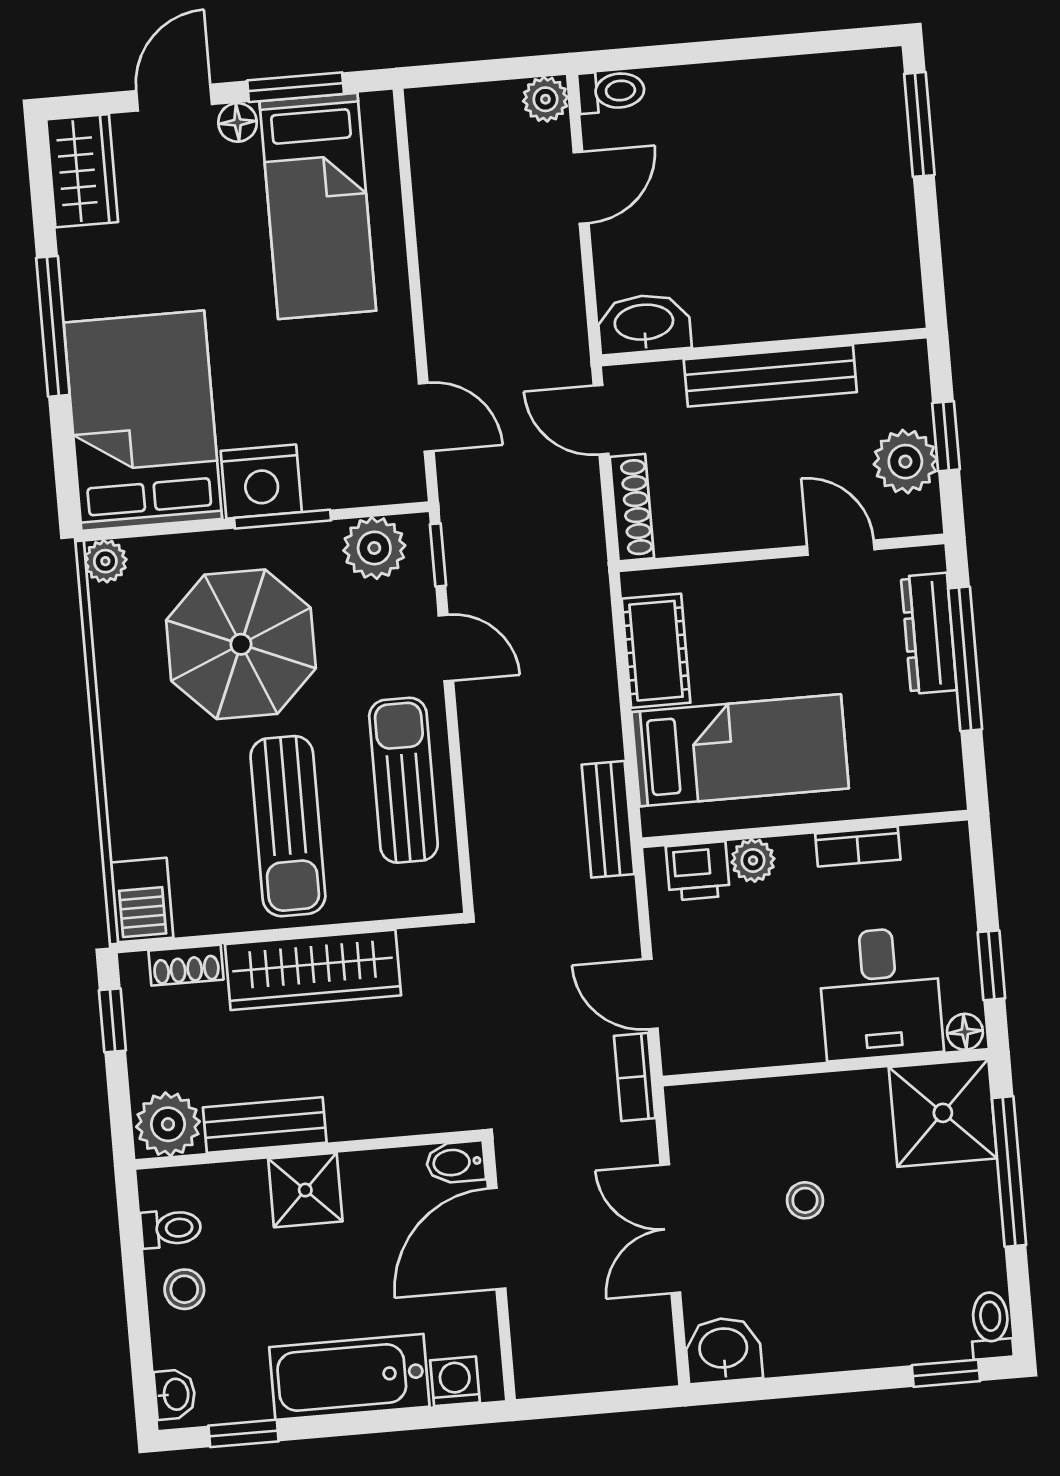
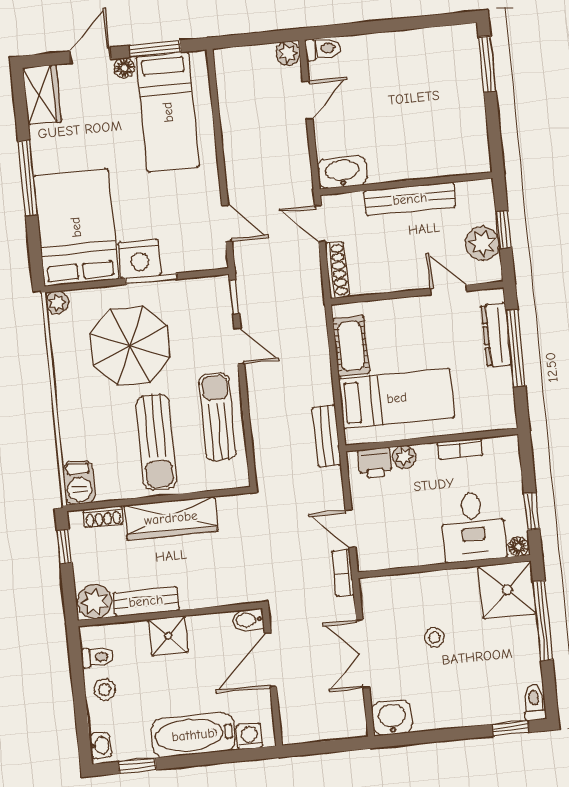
plant: (374, 548) -> (200, 293), removed

